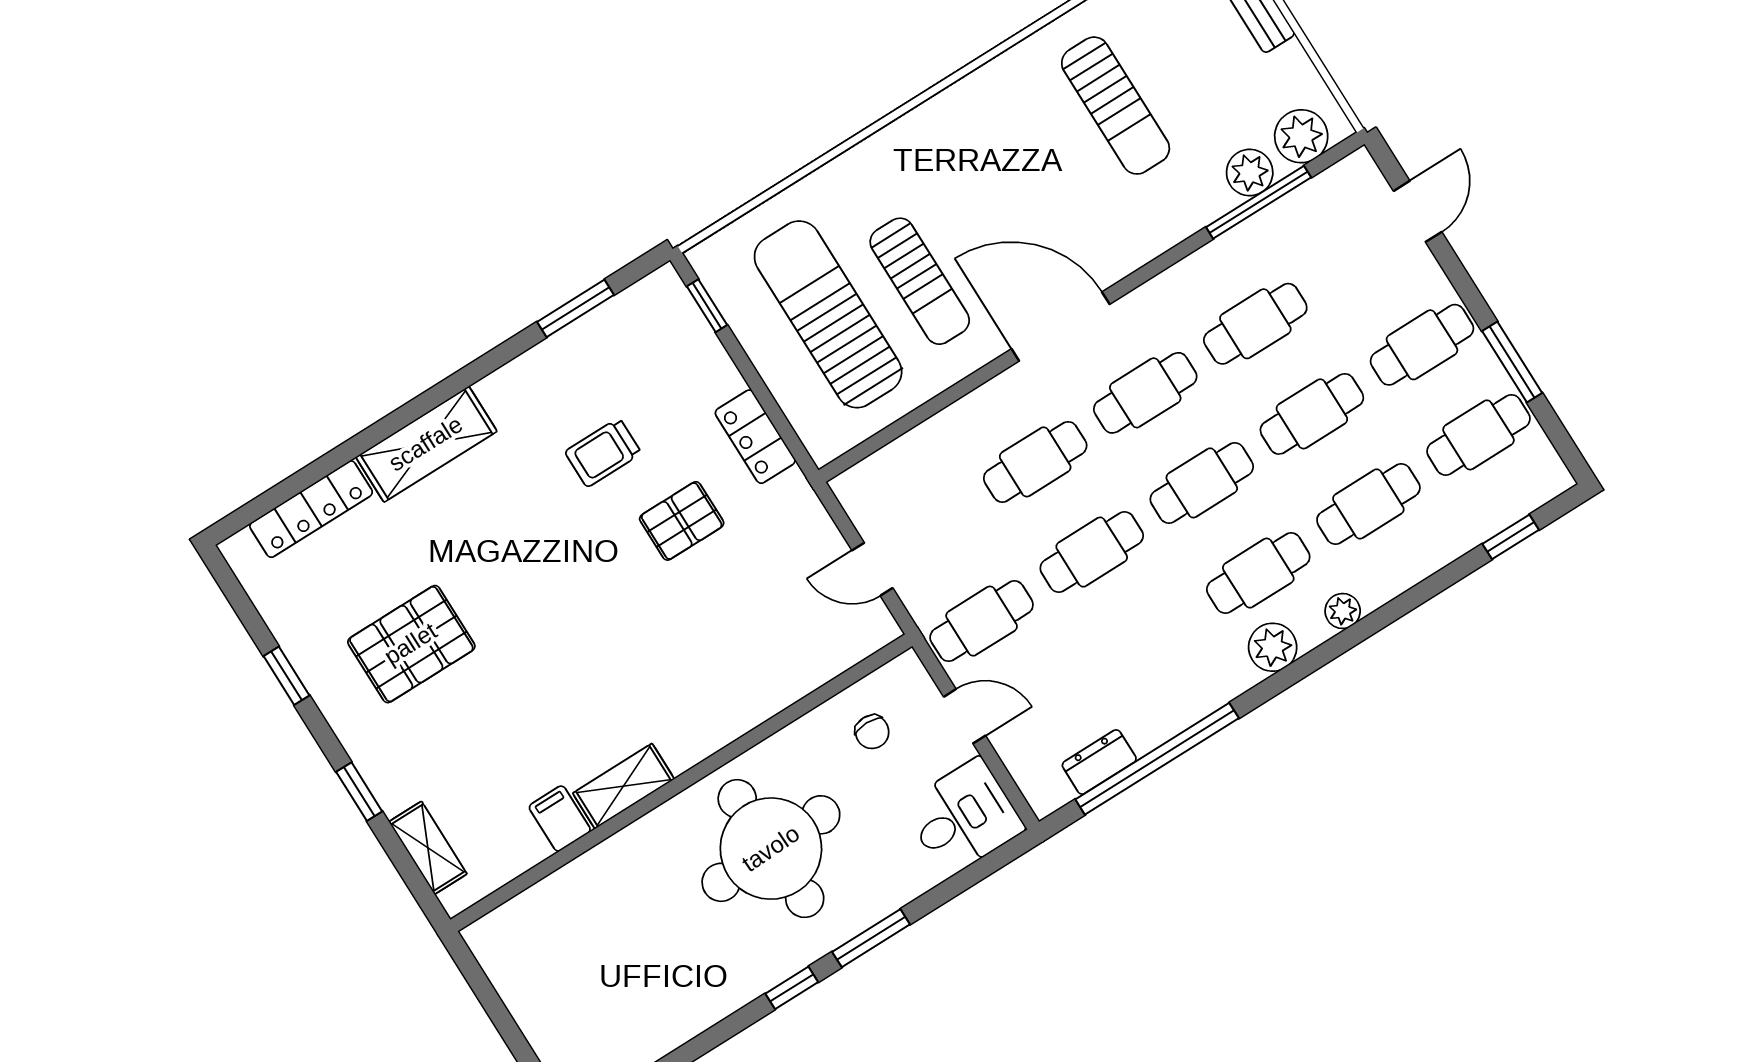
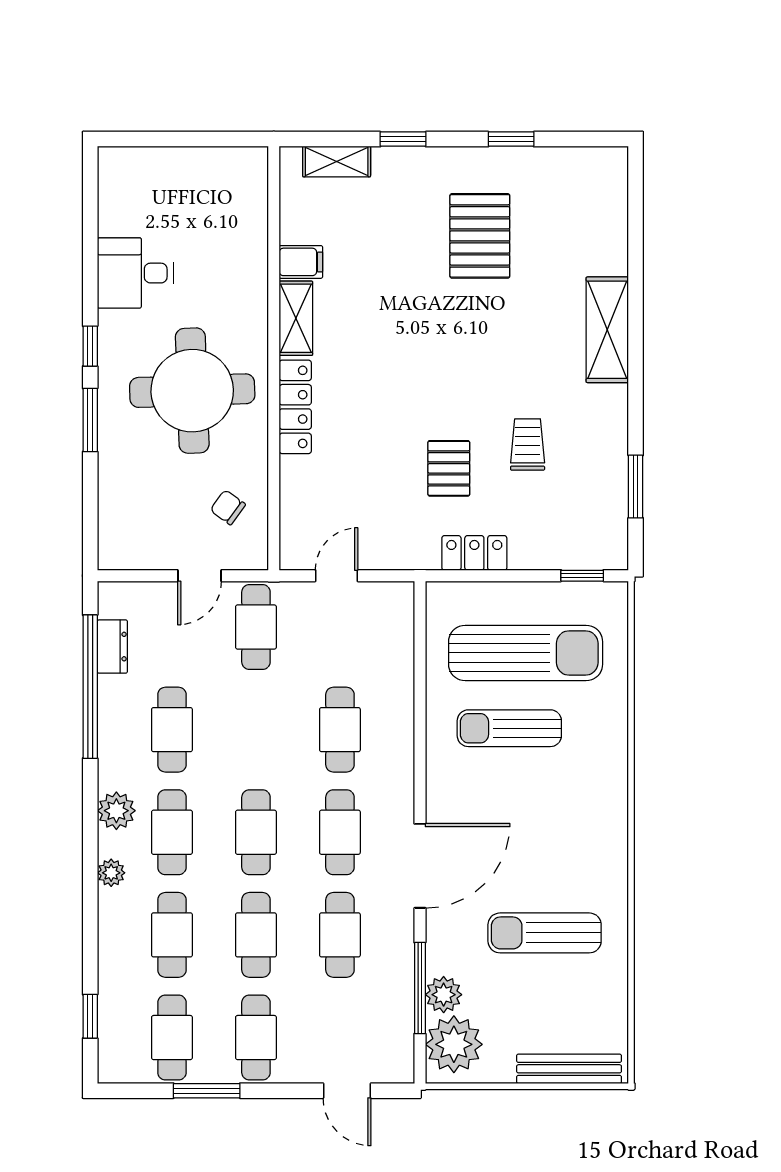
plant: (1301, 136) -> (454, 1044), width x1.36, depth x1.36
door: (1061, 326) -> (420, 866), moved
locker: (311, 509) -> (295, 407), moved, turned 180
cafe table: (1092, 552) -> (172, 730), moved
chair: (872, 732) -> (228, 507), turned 36
desk: (963, 817) -> (135, 273), moved, turned 90

